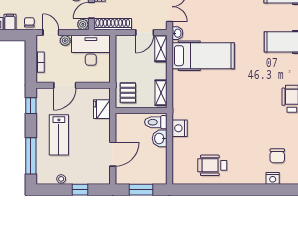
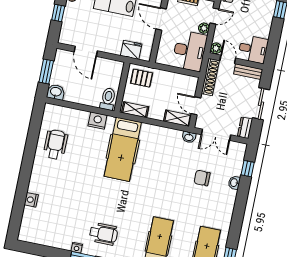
hospital bed: (203, 56) -> (123, 149), moved
washbasin: (160, 138) -> (56, 92), moved
chair: (277, 156) -> (202, 178), moved

